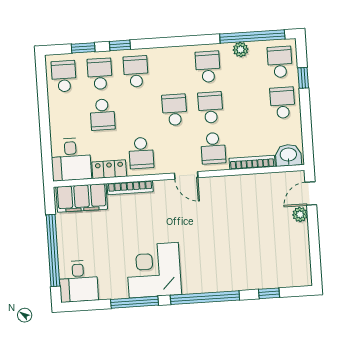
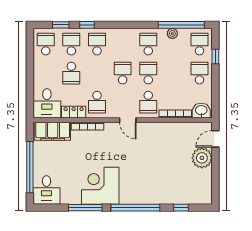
plant: (300, 214) -> (202, 158), width x1.88, depth x1.88

